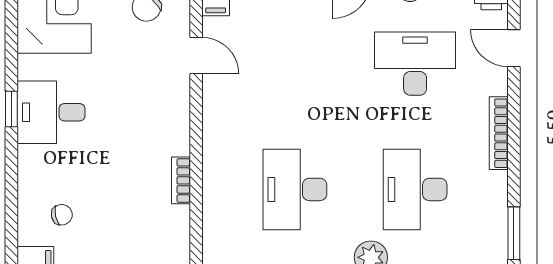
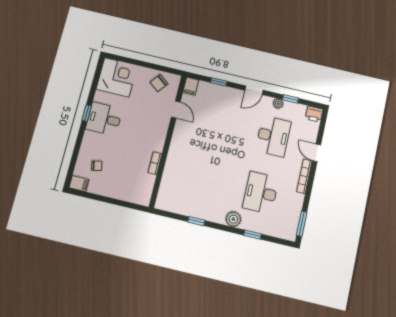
door: (514, 48) -> (317, 153), moved
desk: (415, 64) -> (273, 136), turned 90
desk: (295, 189) -> (206, 180), removed

